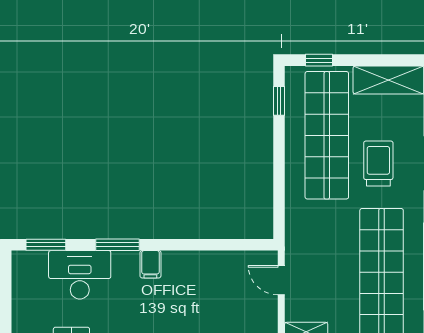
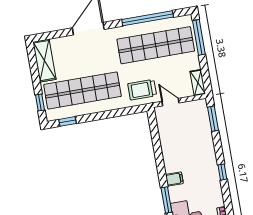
trolley: (378, 163) -> (142, 90), moved
door: (281, 280) -> (170, 102), swing flipped

